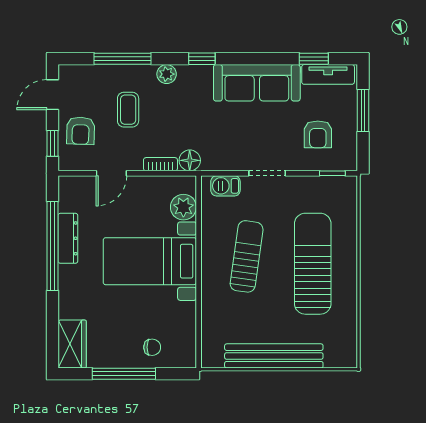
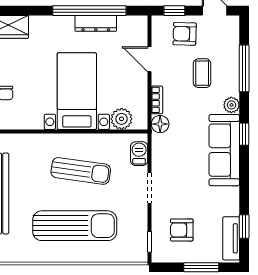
sofa: (257, 83) -> (224, 150), moved
coffee table: (128, 110) -> (202, 73), turned 90

